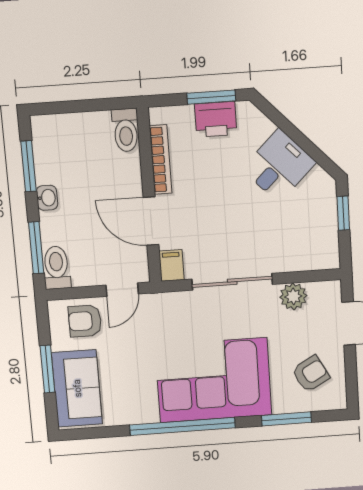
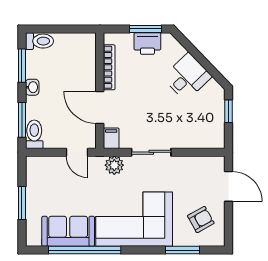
toilet: (126, 130) -> (39, 41), moved, turned -90
sliding door: (232, 282) -> (151, 152), width x0.73
door: (122, 290) -> (77, 152), hinge flipped
plant: (293, 296) -> (114, 165), moved
armchair: (85, 321) -> (50, 172), removed
sofa: (77, 388) -> (68, 231), moved, turned -90
window: (182, 426) -> (85, 250), moved

